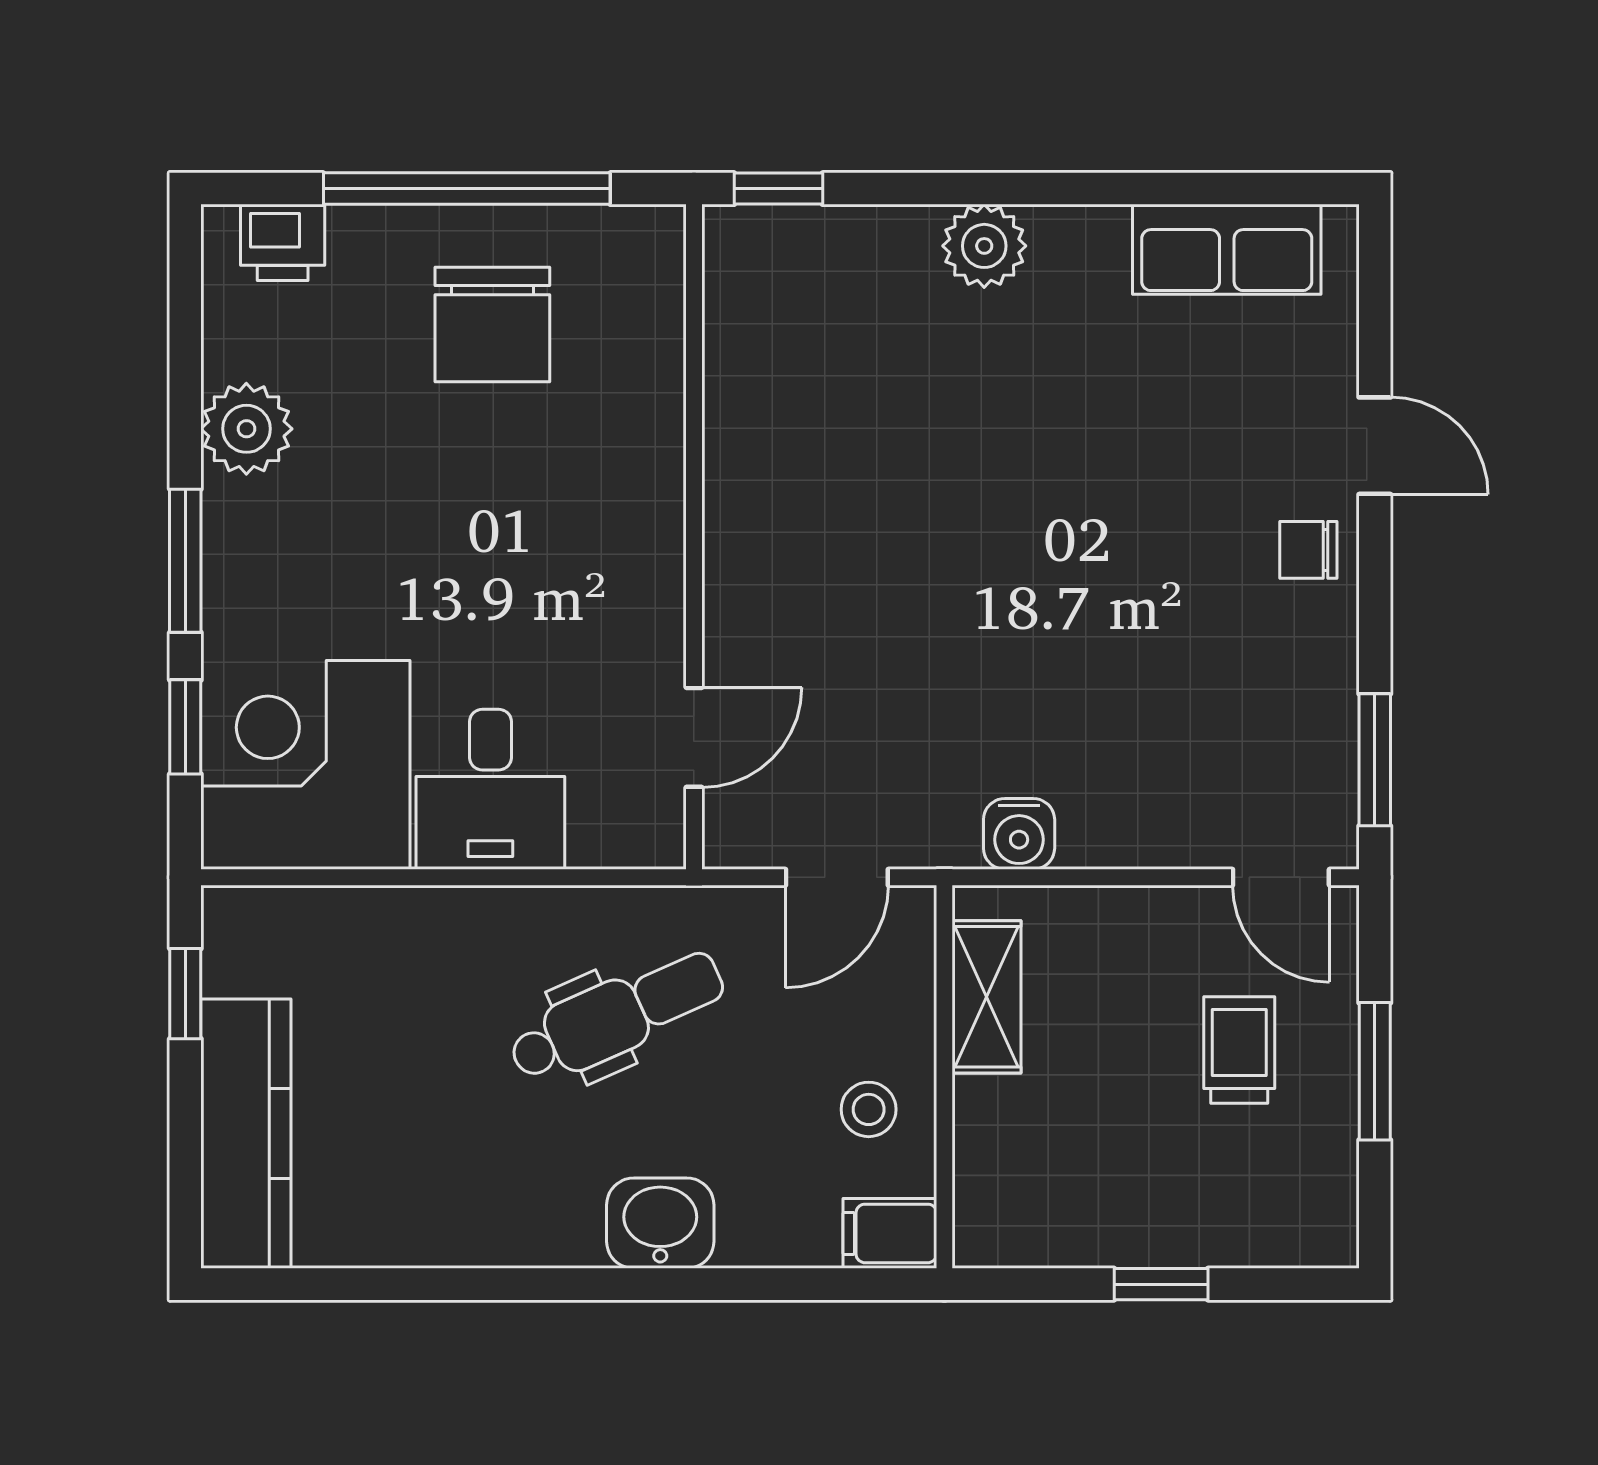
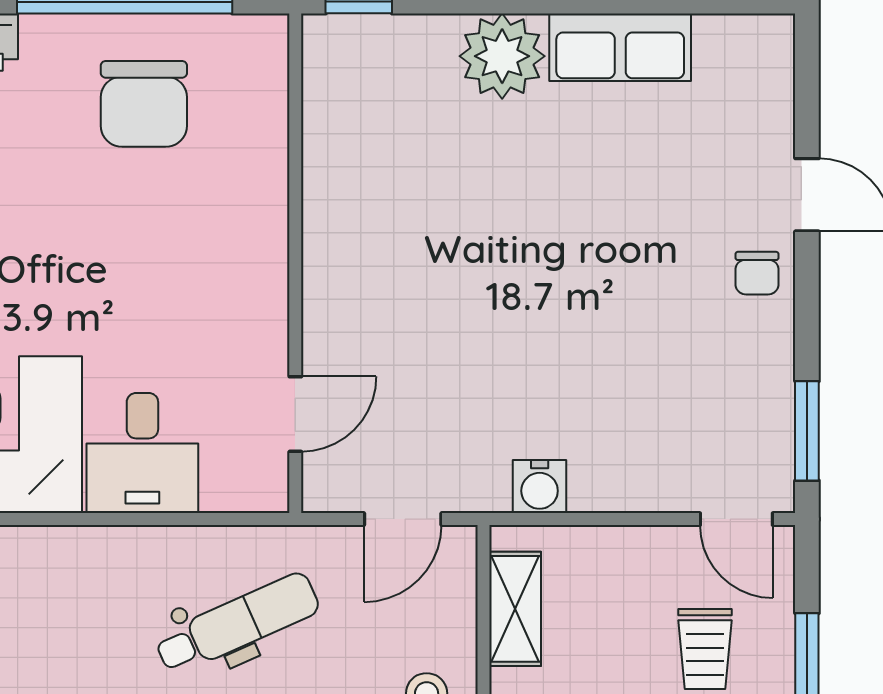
plant: (984, 246) -> (502, 56), width x1.36, depth x1.36
row of seats: (1227, 249) -> (620, 47), moved
chair: (1308, 550) -> (757, 273), turned -90
trolley: (1239, 1050) -> (705, 649), turned 180

